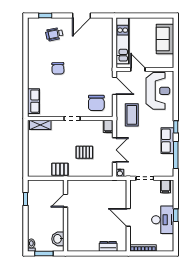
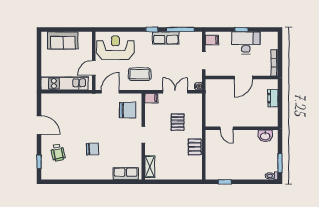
door: (65, 201) -> (227, 128), moved
wall: (65, 216) -> (242, 128), moved
washbasin: (58, 239) -> (265, 136), moved

